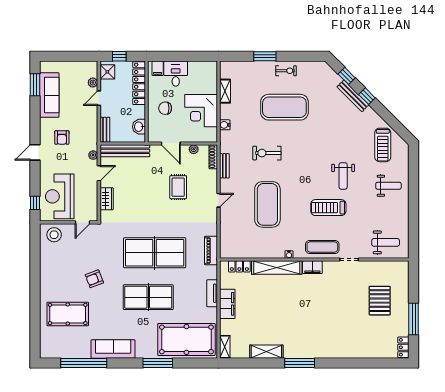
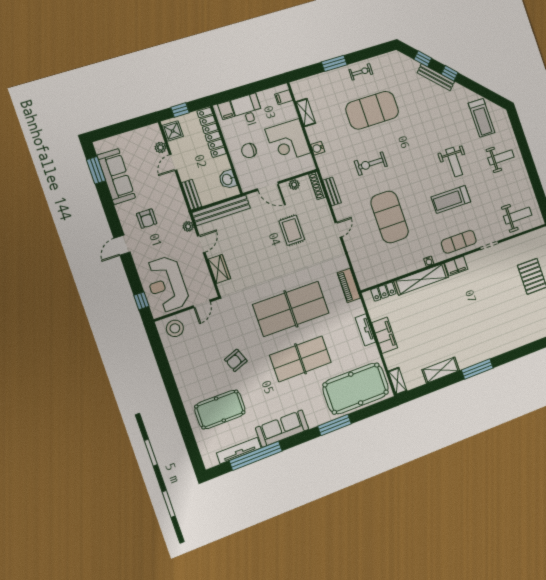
filing cabinet: (210, 72) -> (284, 97), added
tv unit: (71, 353) -> (239, 451), added

